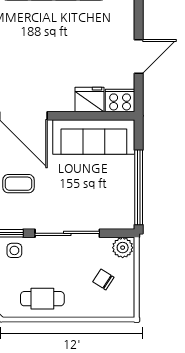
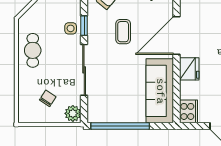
fridge: (89, 99) -> (189, 69), moved

